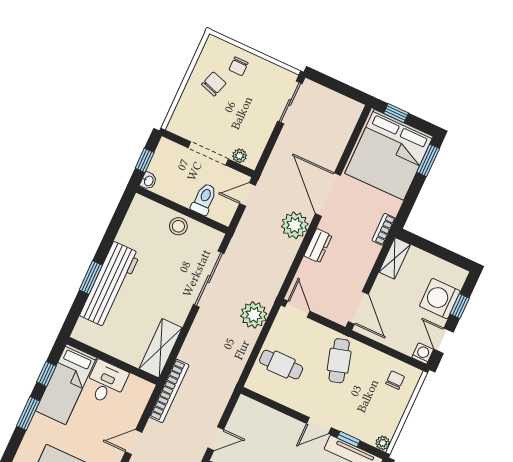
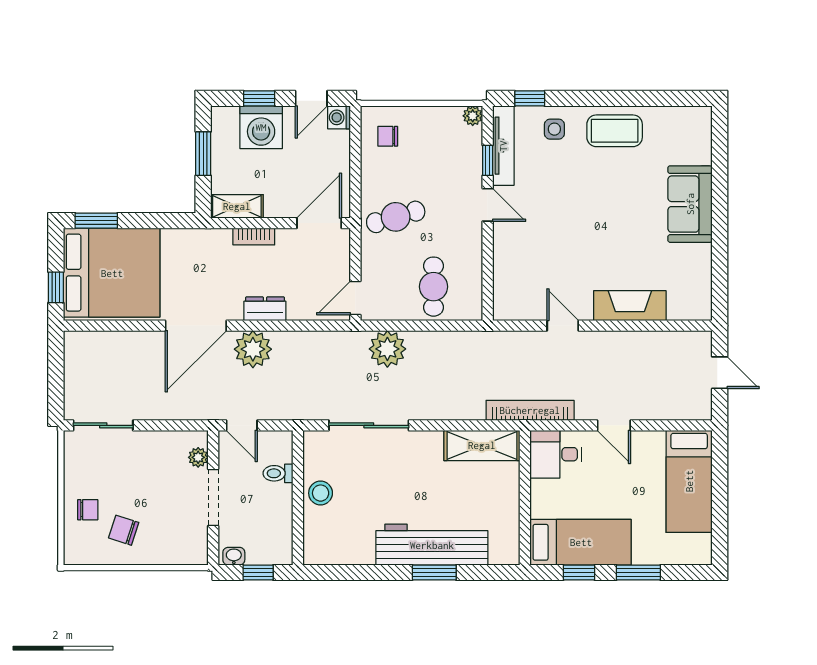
washbasin: (148, 181) -> (234, 556), moved
toilet: (204, 199) -> (278, 473), width x0.73, depth x0.72
bookcase: (384, 229) -> (254, 237), moved
window: (440, 252) -> (203, 154), added
desk: (106, 383) -> (556, 454), moved

